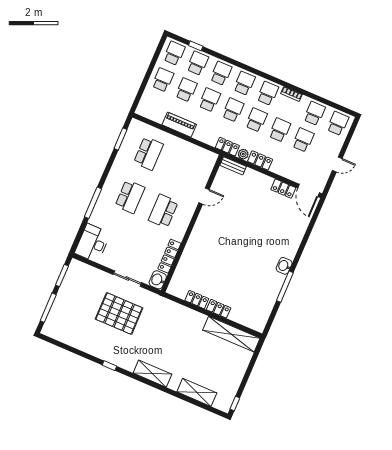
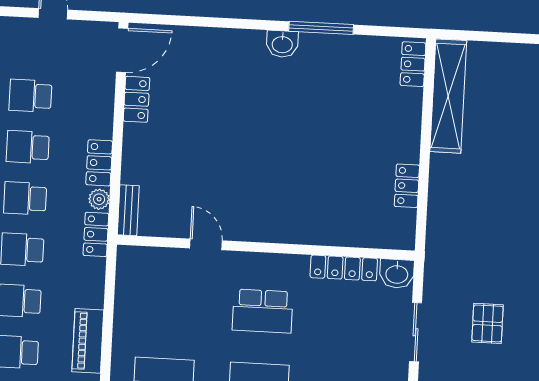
locker: (219, 309) -> (413, 64), moved
pallet: (119, 313) -> (488, 323), width x0.49, depth x0.50

